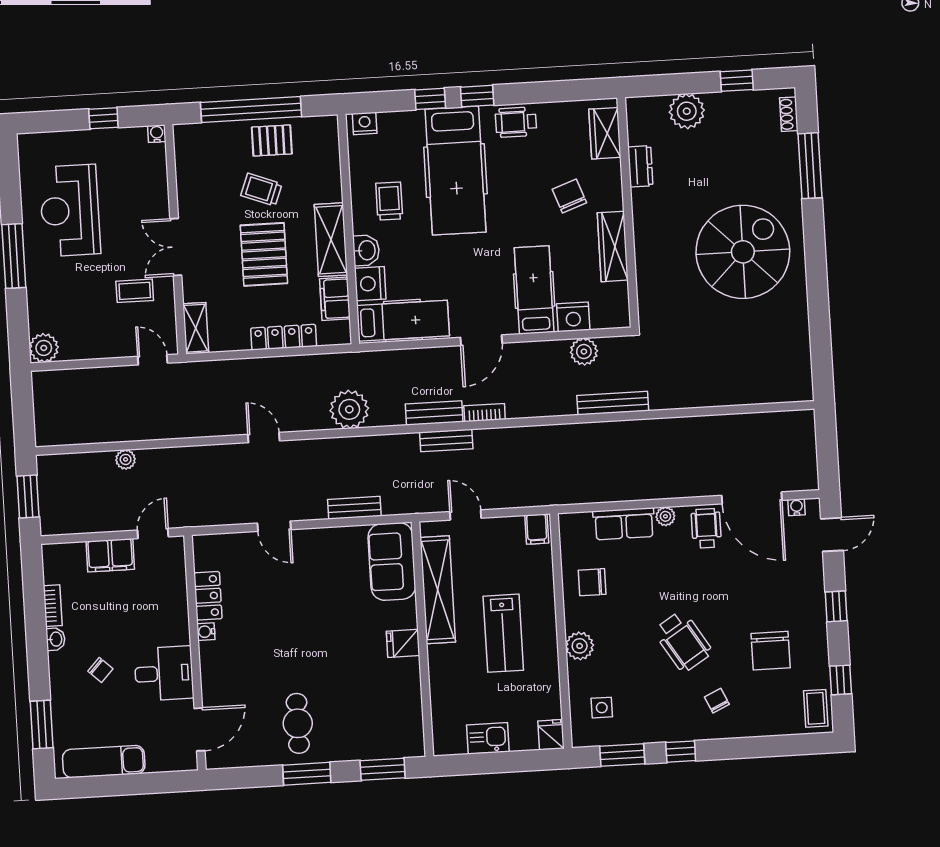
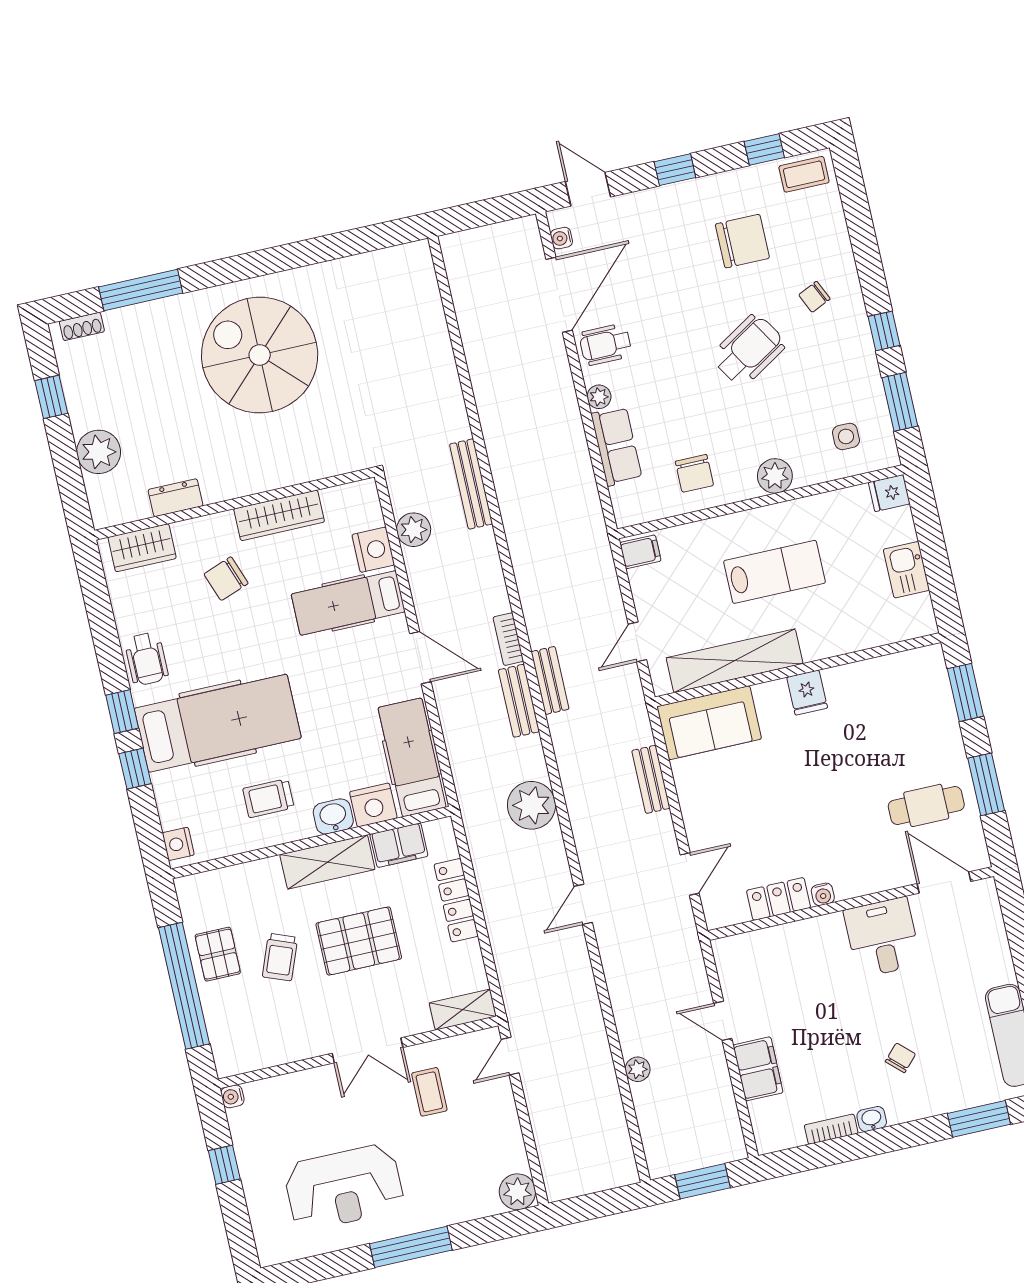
locker: (208, 596) -> (779, 899), moved
water cooler: (206, 632) -> (823, 894), moved
wall: (195, 653) -> (851, 904), moved
desk: (164, 673) -> (882, 937), moved
door: (200, 729) -> (944, 883), moved

